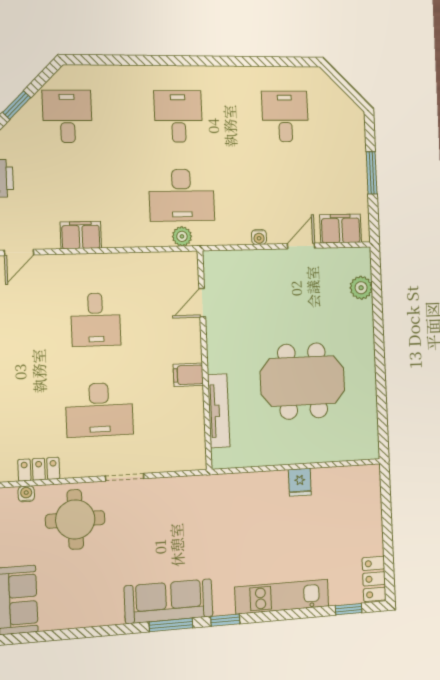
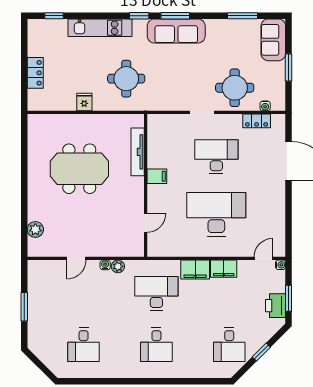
filing cabinet: (341, 229) -> (195, 269), moved
plant: (182, 236) -> (118, 266), moved
desk: (96, 320) -> (216, 214), width x1.87, depth x1.30
round table: (240, 522) -> (126, 79), added
locker: (374, 579) -> (35, 73), moved
window: (68, 634) -> (243, 16), added

